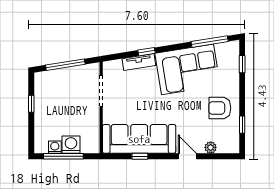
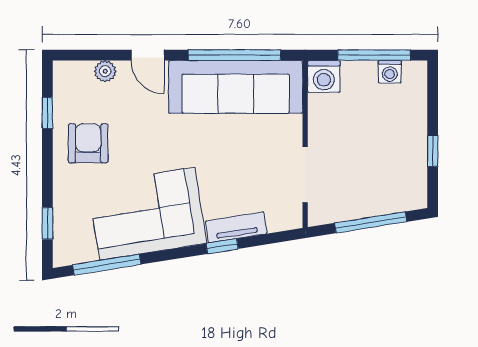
armchair: (220, 108) -> (88, 143), turned -90
washing machine: (71, 145) -> (324, 76), moved
window: (140, 156) -> (234, 55), width x3.17

